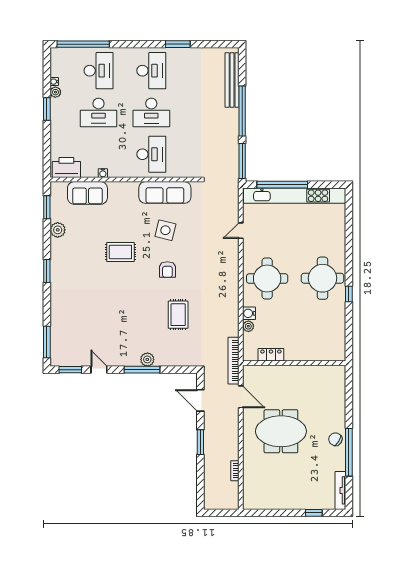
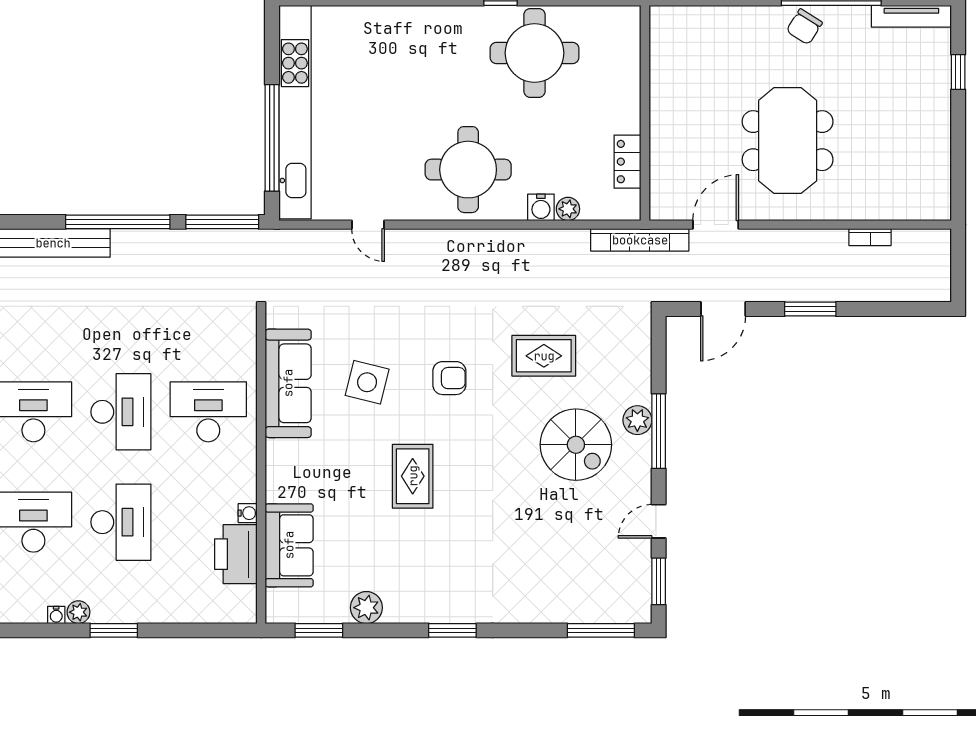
printer: (66, 167) -> (236, 554), moved
round table: (322, 278) -> (534, 53), moved
spiral stairs: (136, 330) -> (576, 445), added

